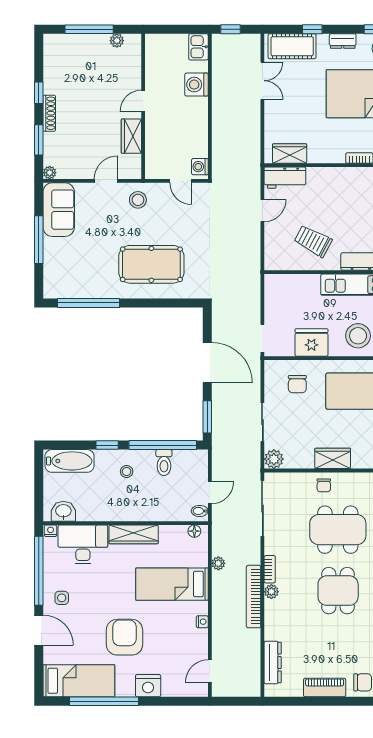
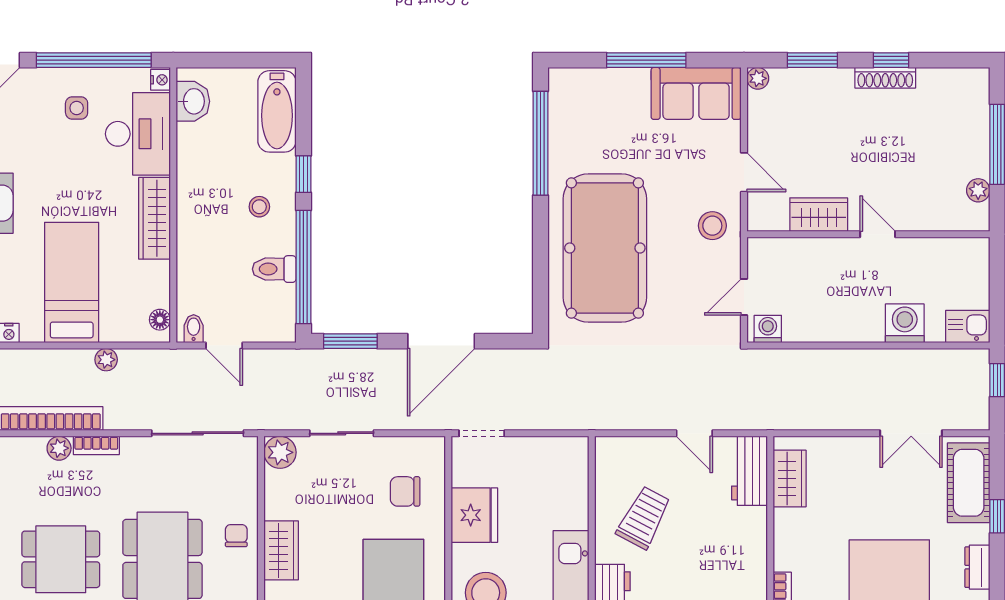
shoe rack: (49, 113) -> (885, 78), moved
pool table: (151, 264) -> (605, 248), width x1.36, depth x1.32
chair: (324, 485) -> (236, 536), turned 90
side table: (62, 598) -> (77, 108), moved

